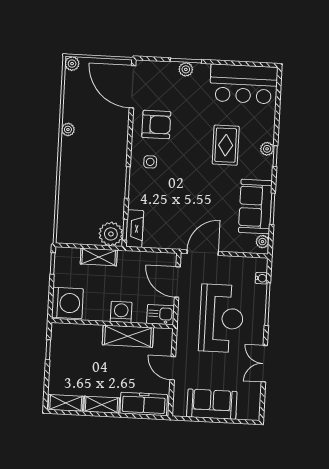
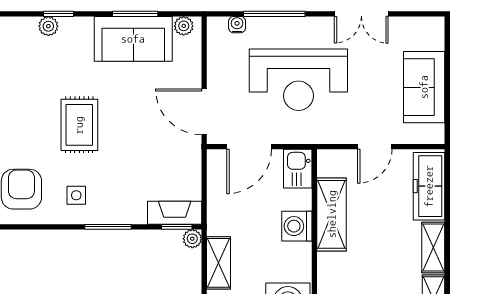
rug: (226, 145) -> (79, 125), moved, turned 90
plant: (111, 234) -> (192, 239), width x0.53, depth x0.53
reception desk: (221, 318) -> (298, 80), turned 180

